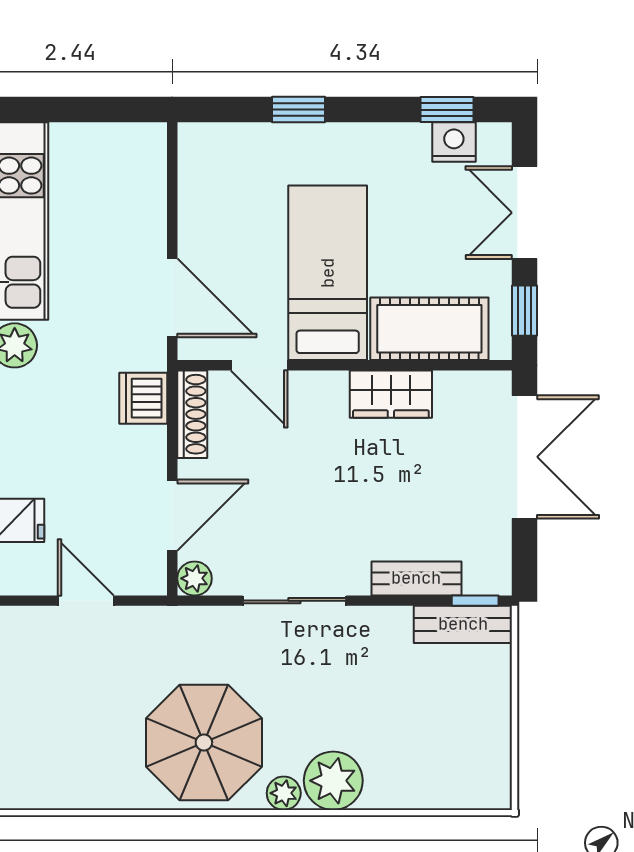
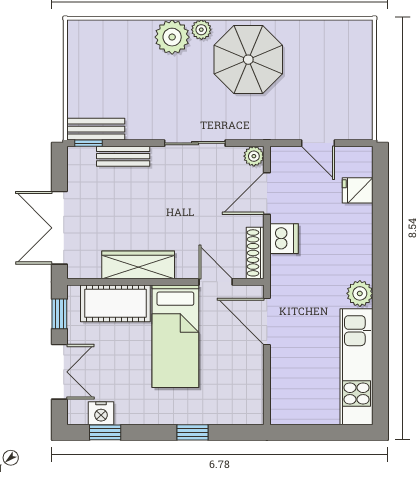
wardrobe: (391, 394) -> (138, 265), width x1.50
dishwasher: (143, 398) -> (284, 239), moved

